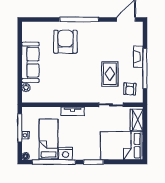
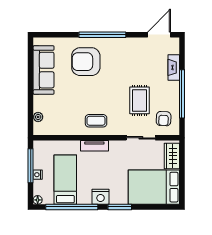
armchair: (65, 42) -> (86, 62), turned -90
fireplace: (138, 57) -> (174, 67), moved
sofa: (30, 62) -> (44, 70), moved
coffee table: (74, 91) -> (96, 121), added
nightstand: (66, 154) -> (101, 197), moved

